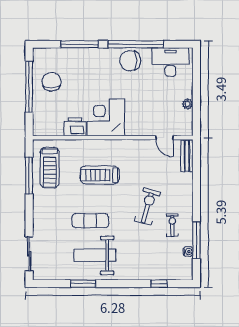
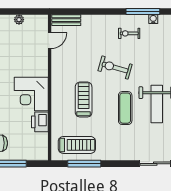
treadmill: (100, 175) -> (84, 100), turned 180
exercise bike: (148, 206) -> (115, 68), moved

